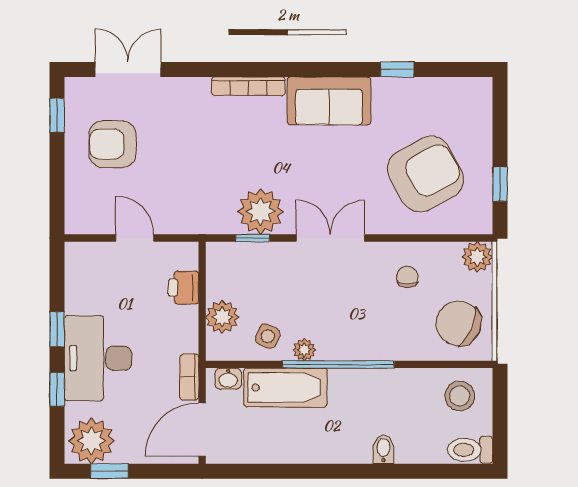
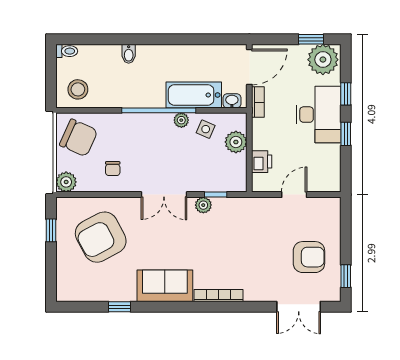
plant: (260, 211) -> (203, 205), width x0.53, depth x0.53
door: (135, 238) -> (294, 195), swing flipped
toilet: (470, 450) -> (67, 51), width x0.73, depth x0.72

